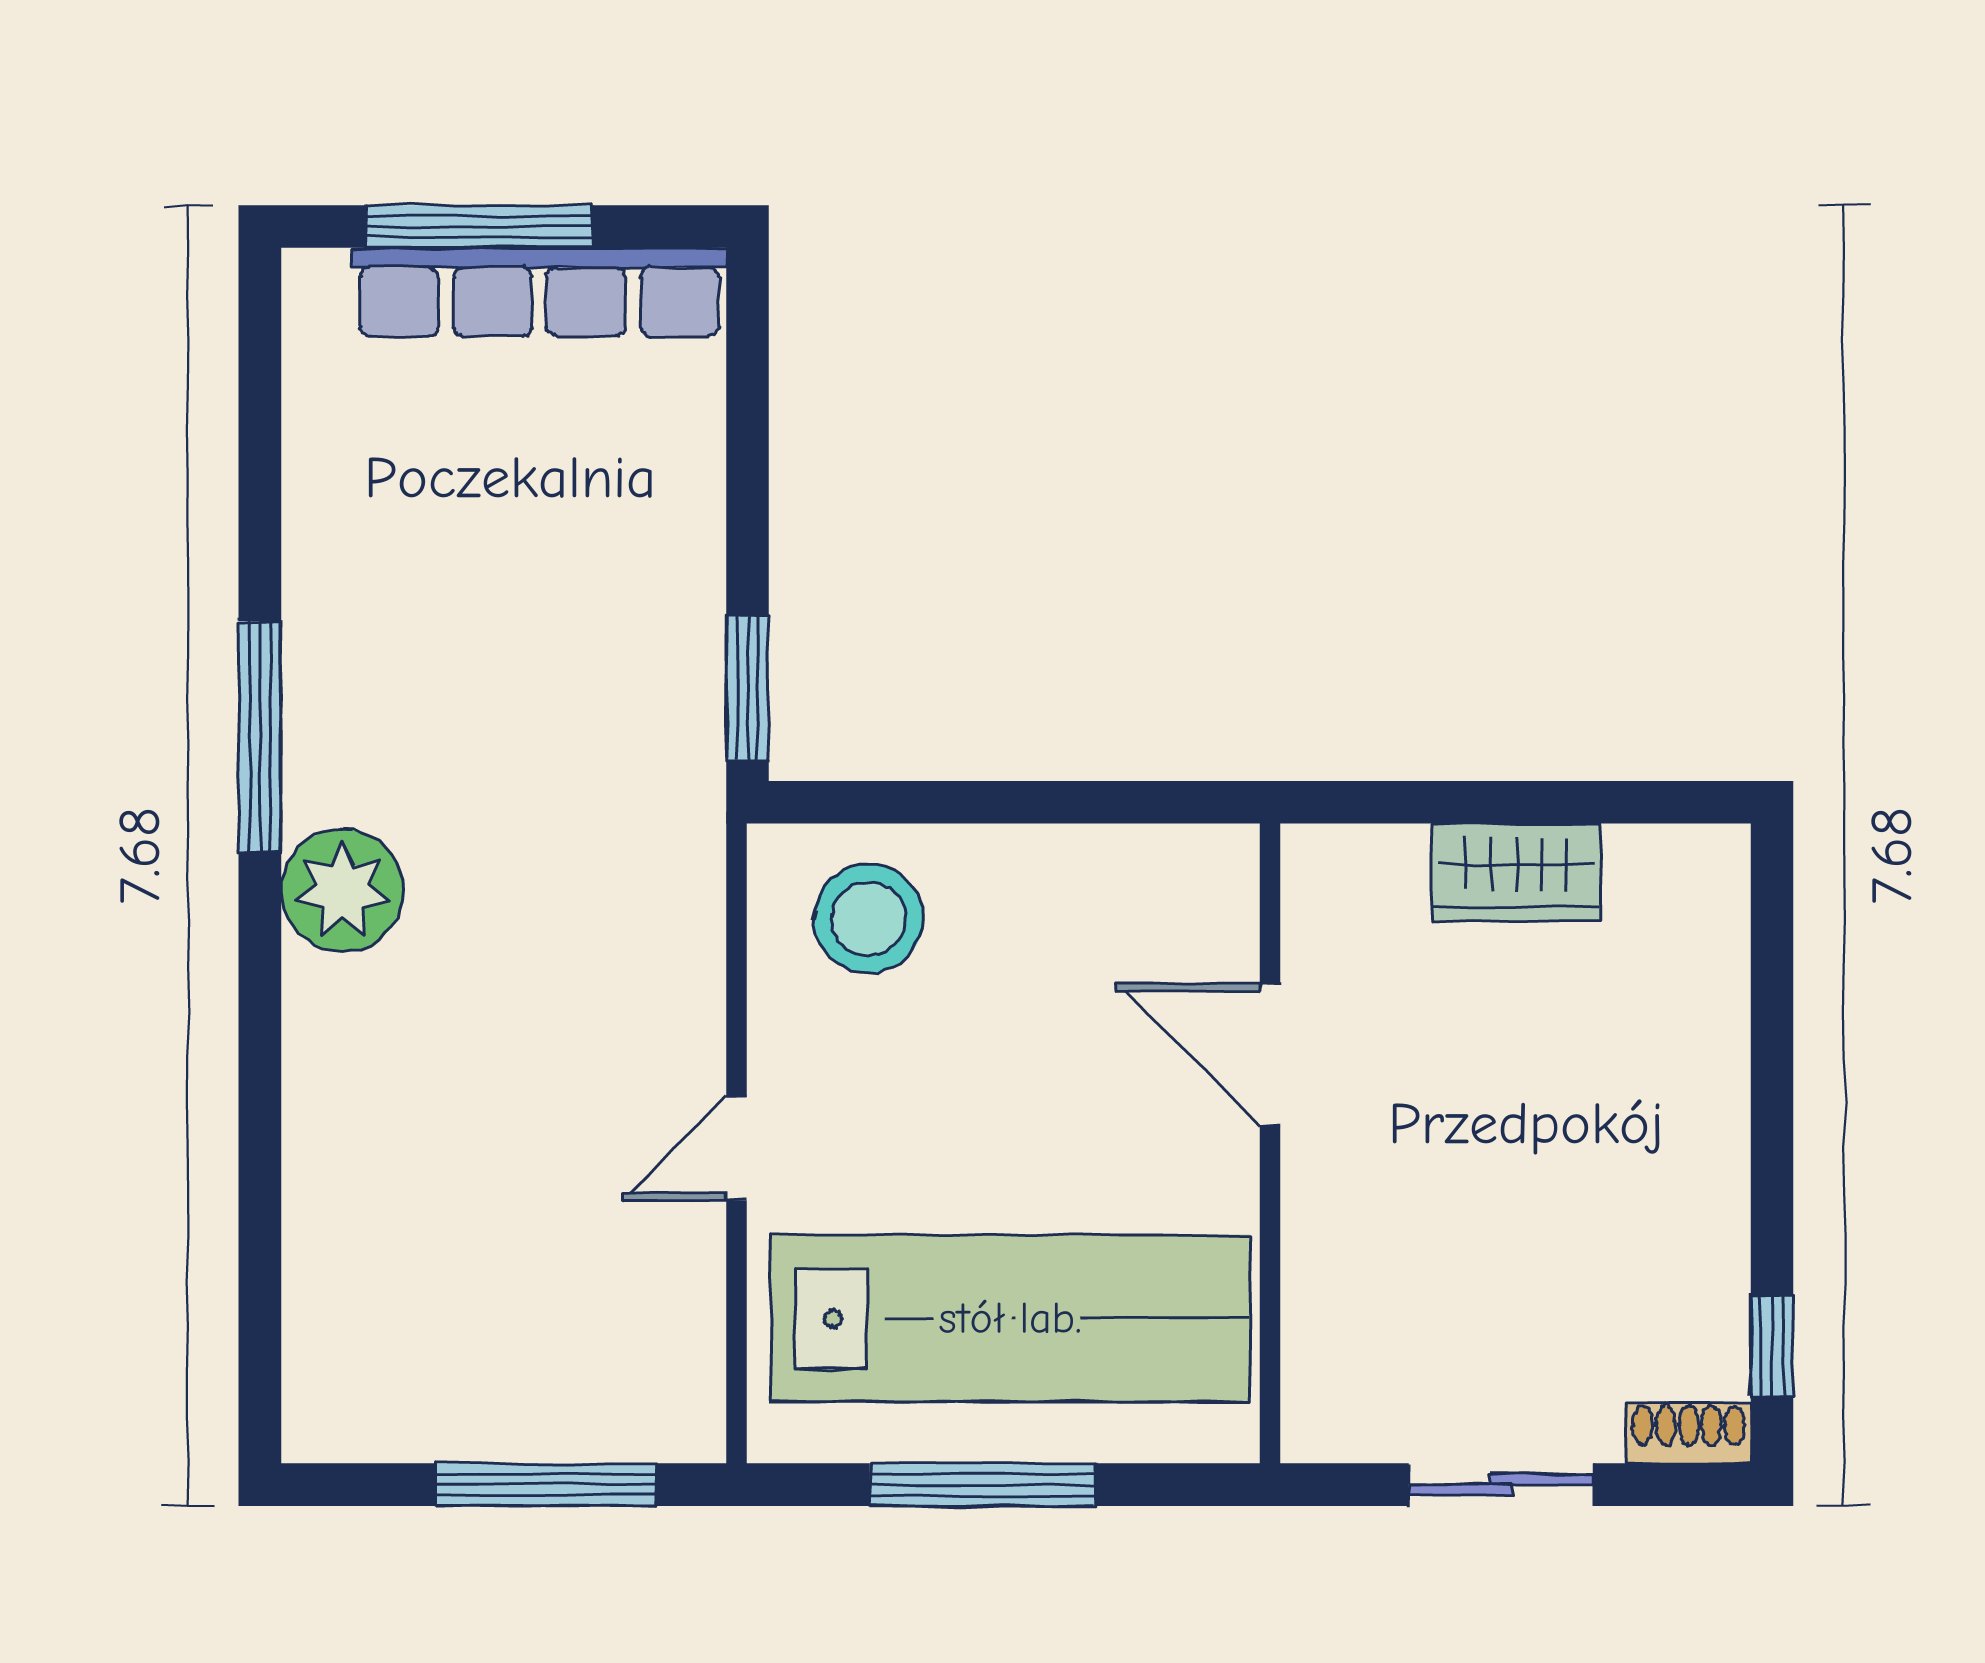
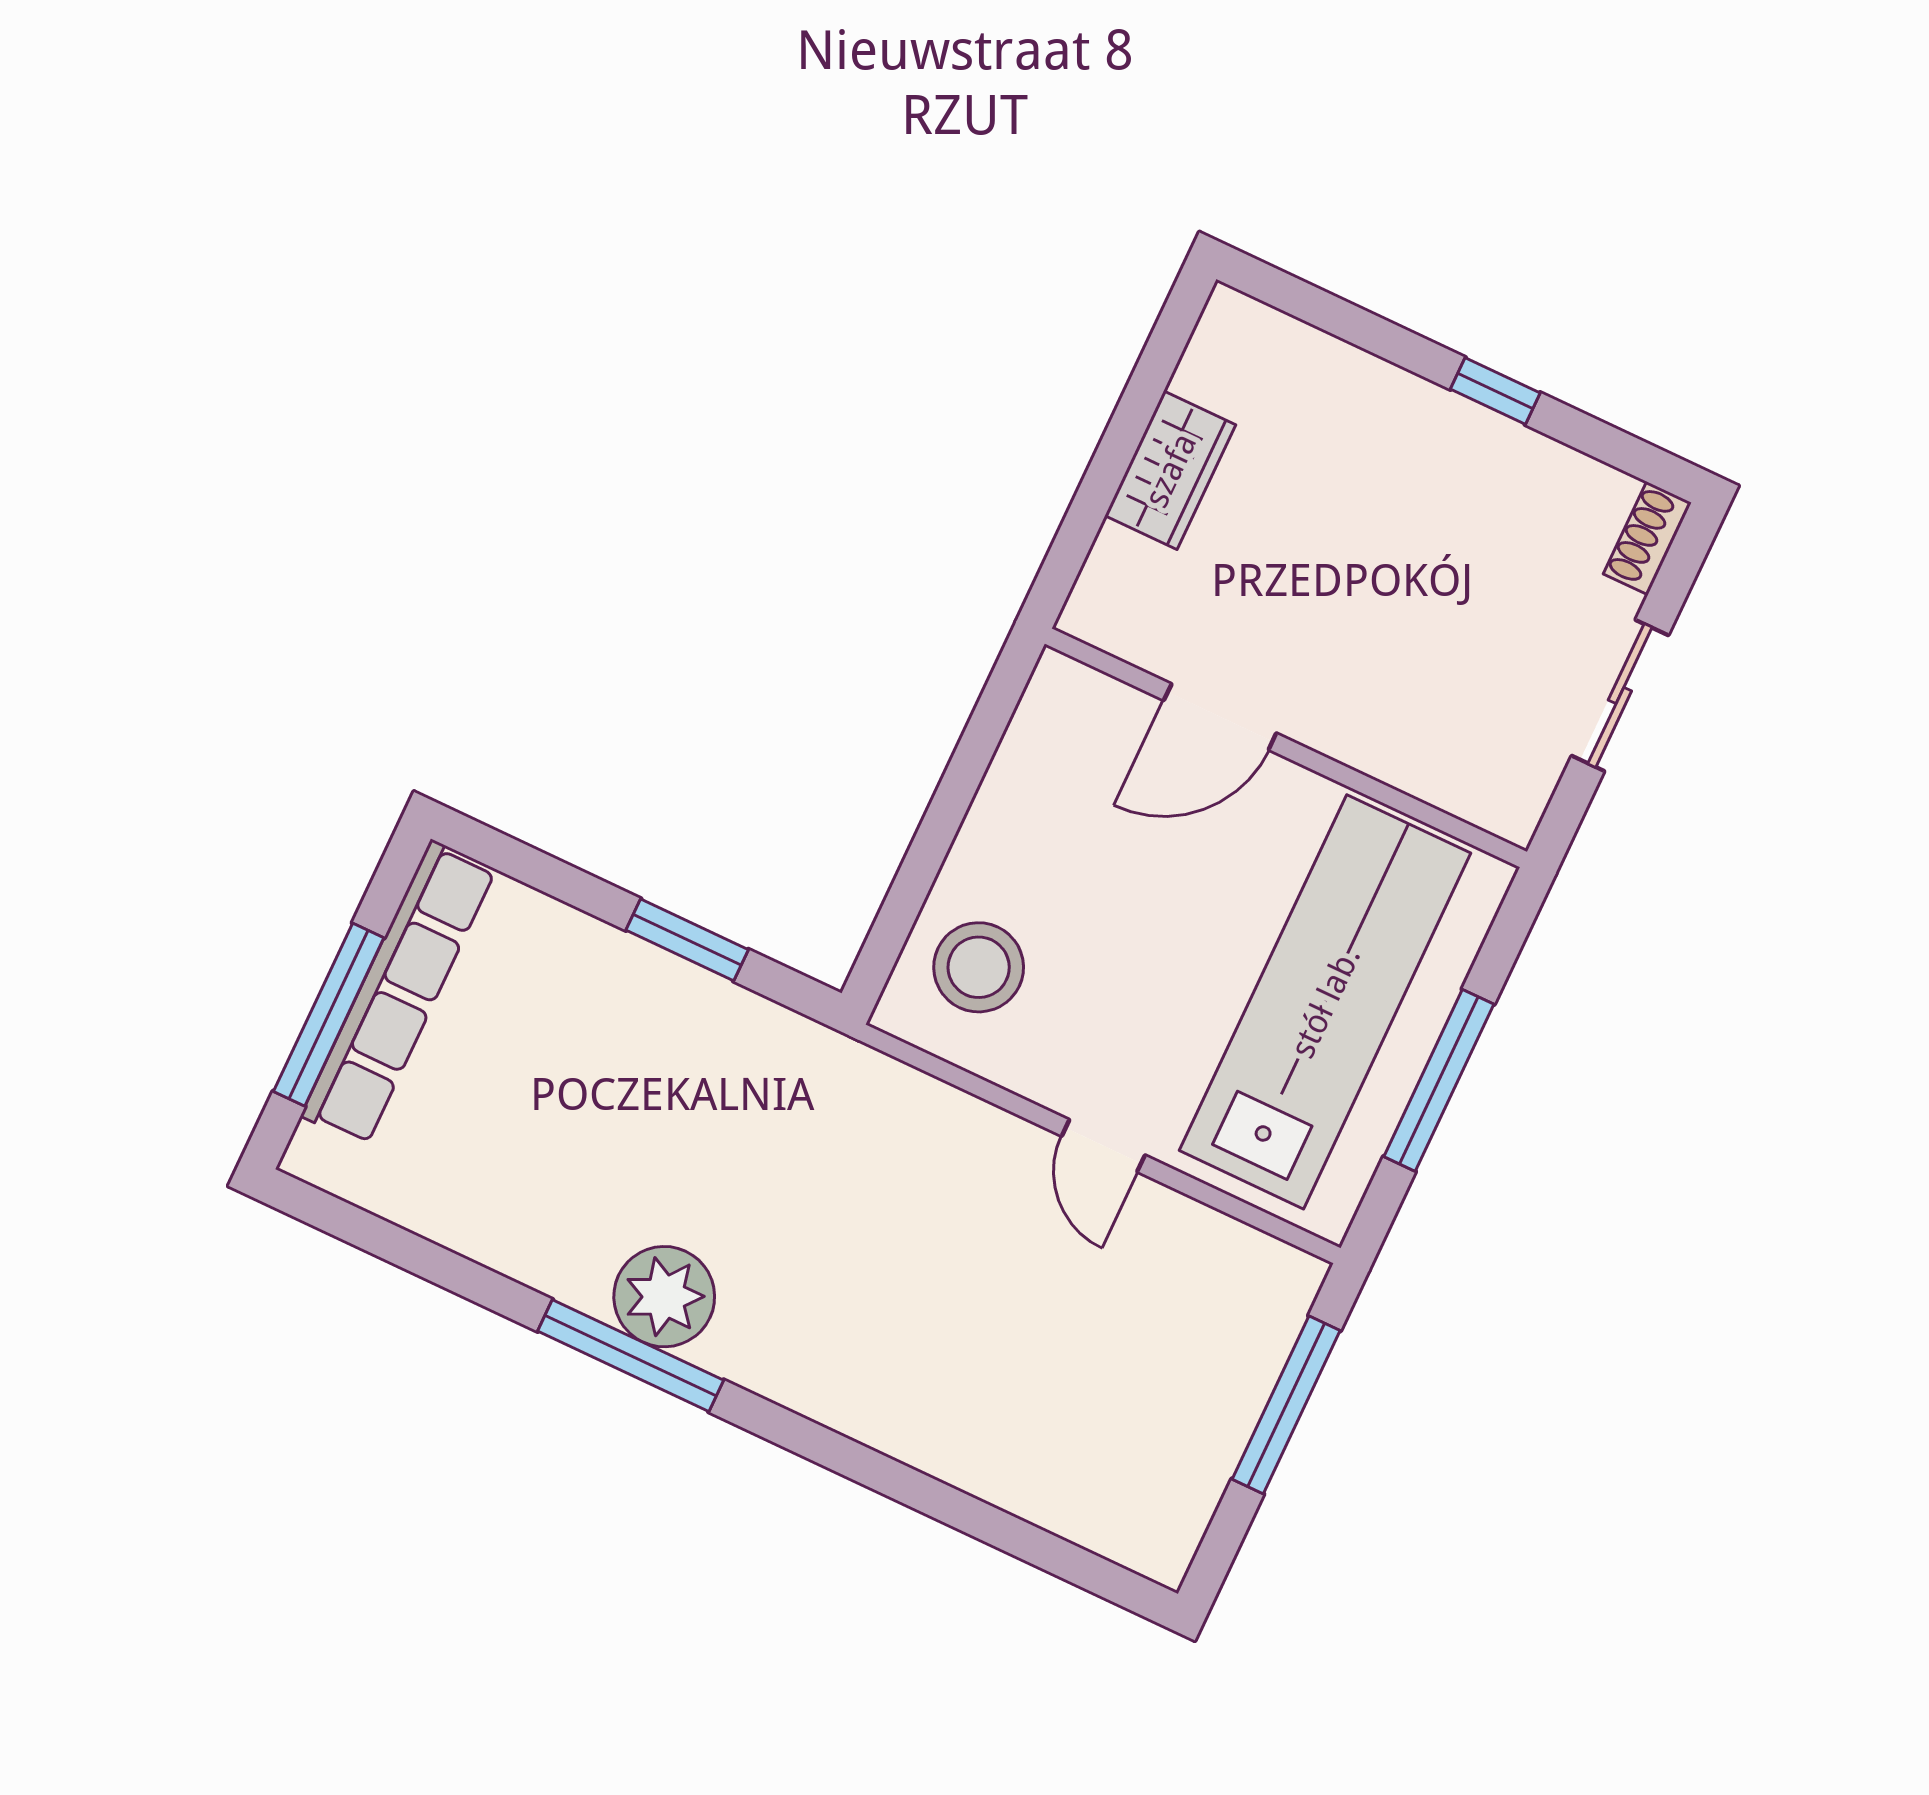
window: (748, 688) -> (687, 940), moved
plant: (342, 891) -> (664, 1297), moved
window: (1772, 1346) -> (1495, 391), moved

